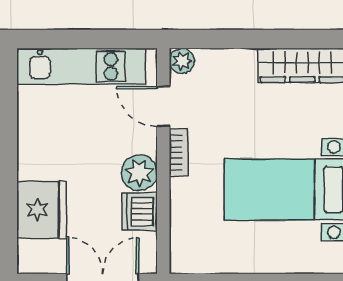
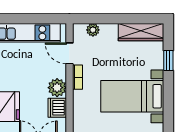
plant: (182, 61) -> (93, 30), moved

